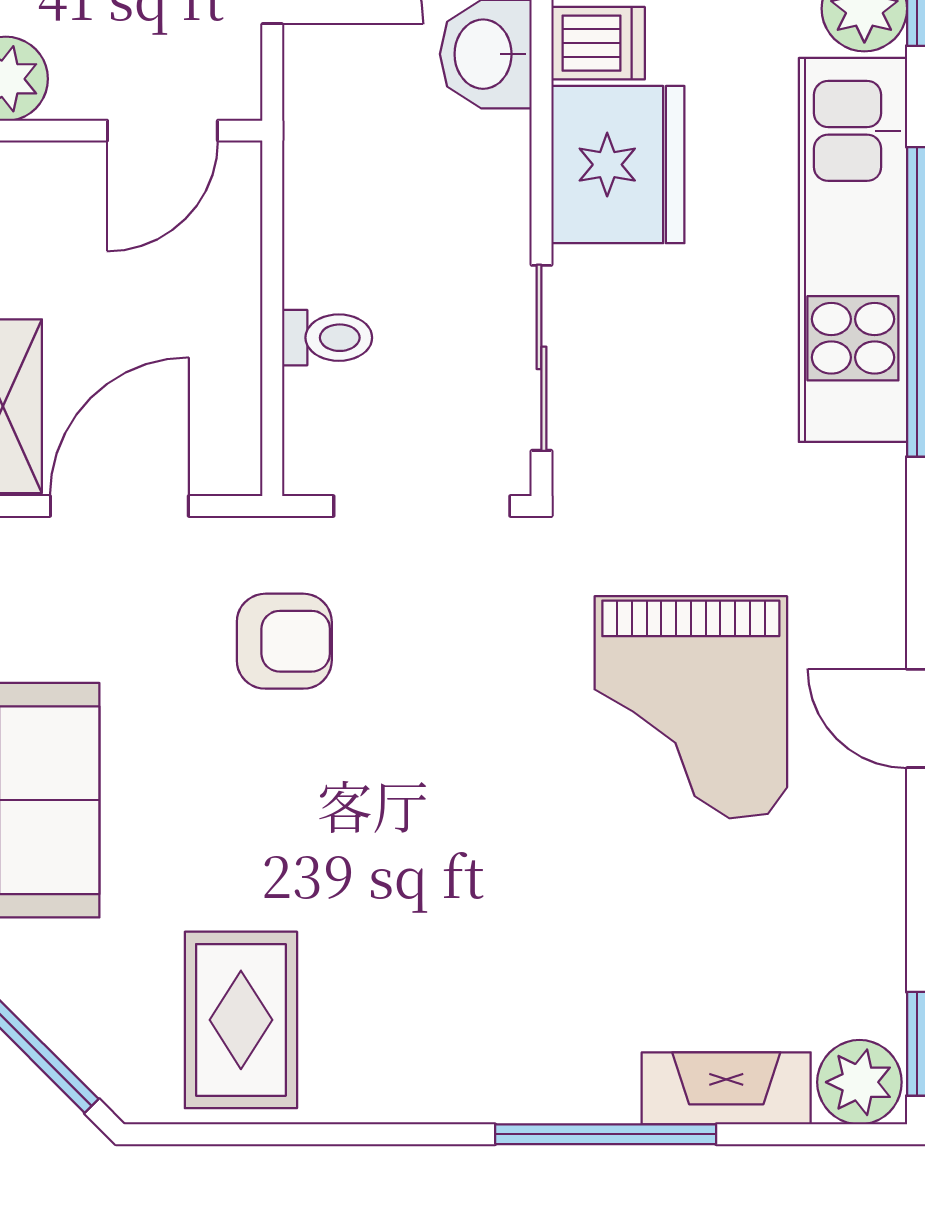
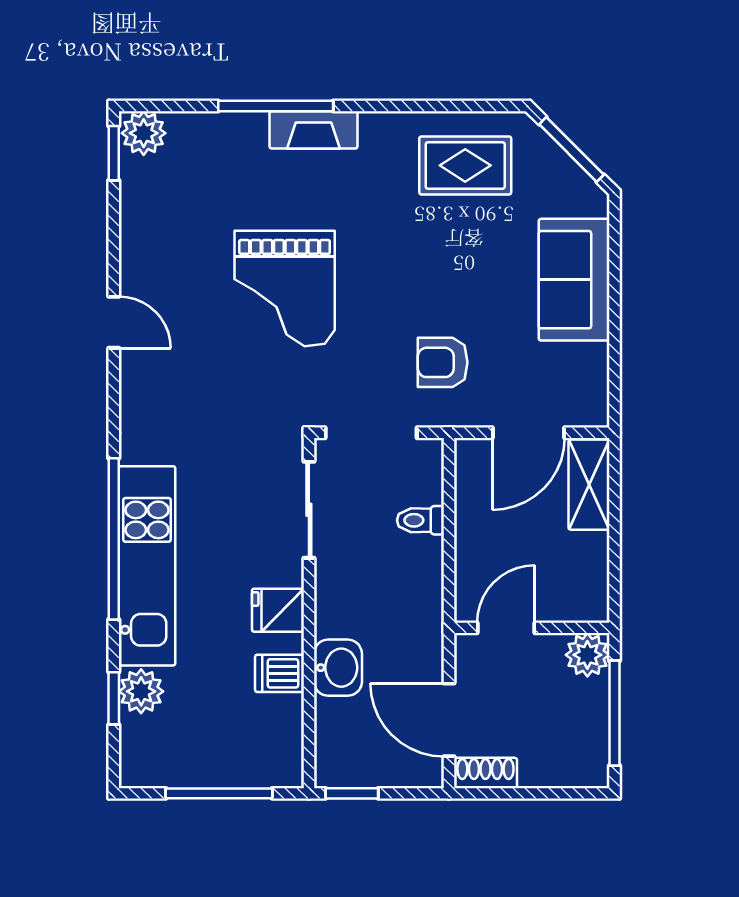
fridge: (618, 165) -> (278, 610), width x0.53, depth x0.75
grand piano: (691, 707) -> (285, 289), moved, turned 180
rug: (241, 1020) -> (465, 165), turned 90
fireplace: (726, 1088) -> (314, 130), moved

